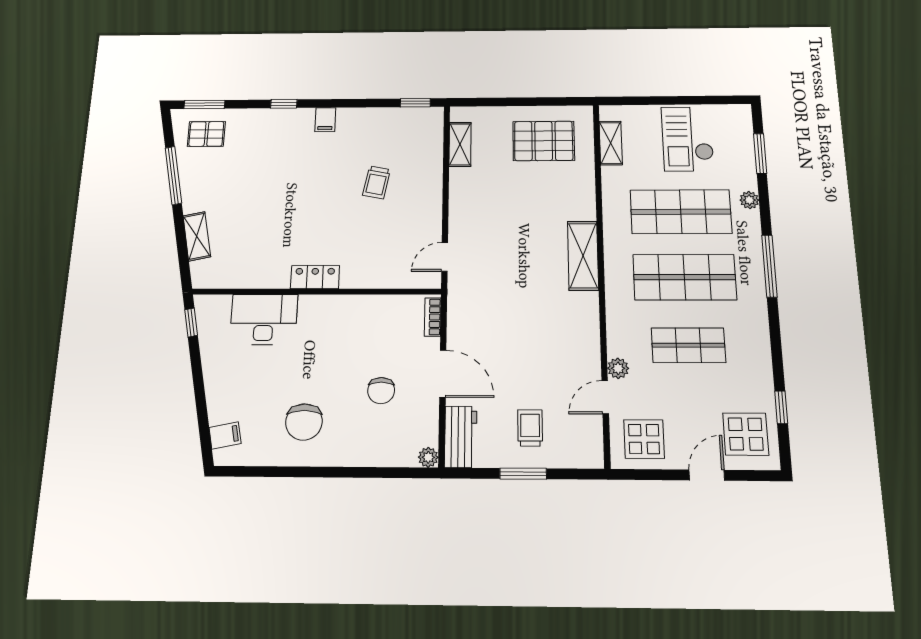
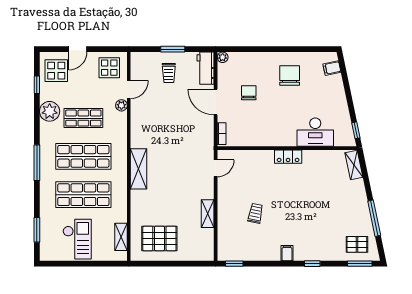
shelving: (460, 144) -> (208, 214), moved
plant: (749, 200) -> (50, 111), moved, width x1.88, depth x1.88
shelving: (197, 236) -> (354, 165), moved

